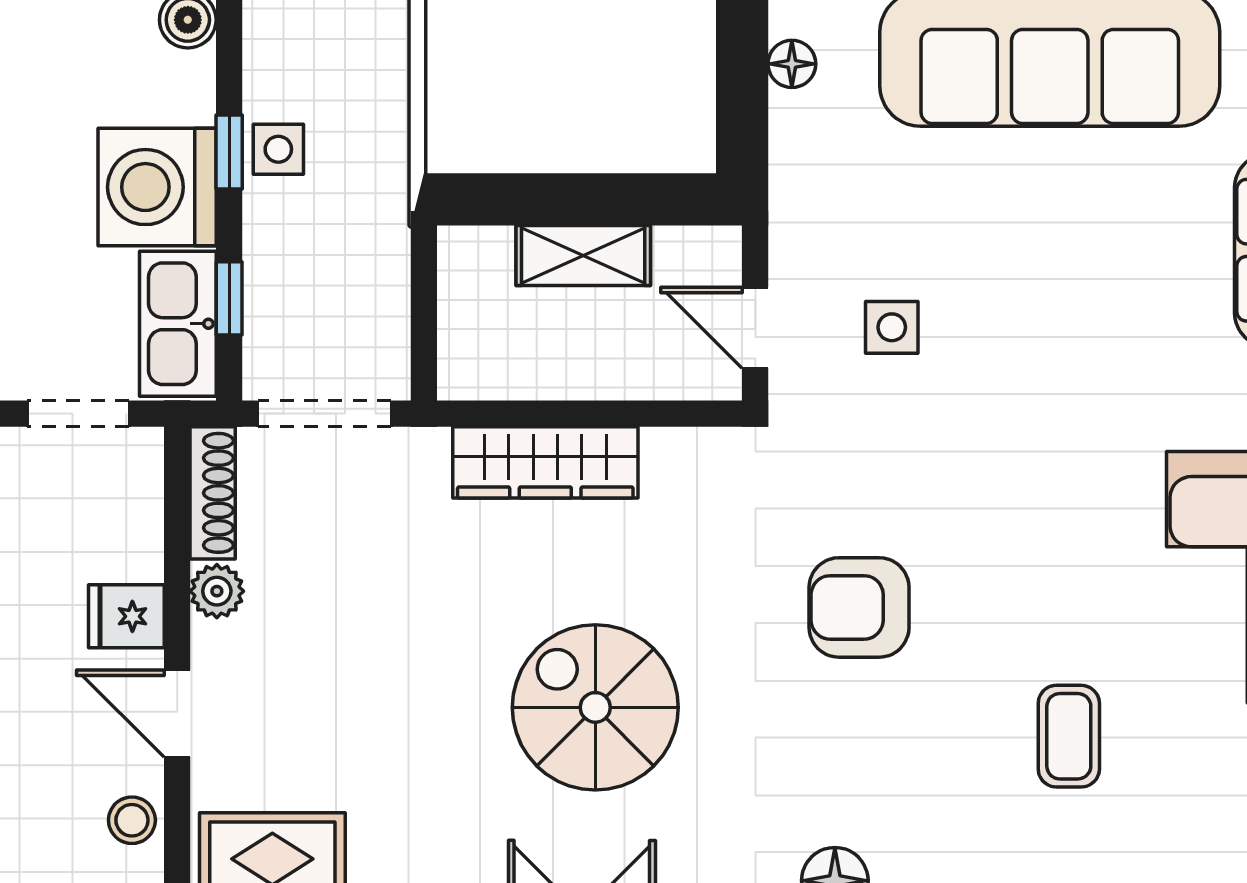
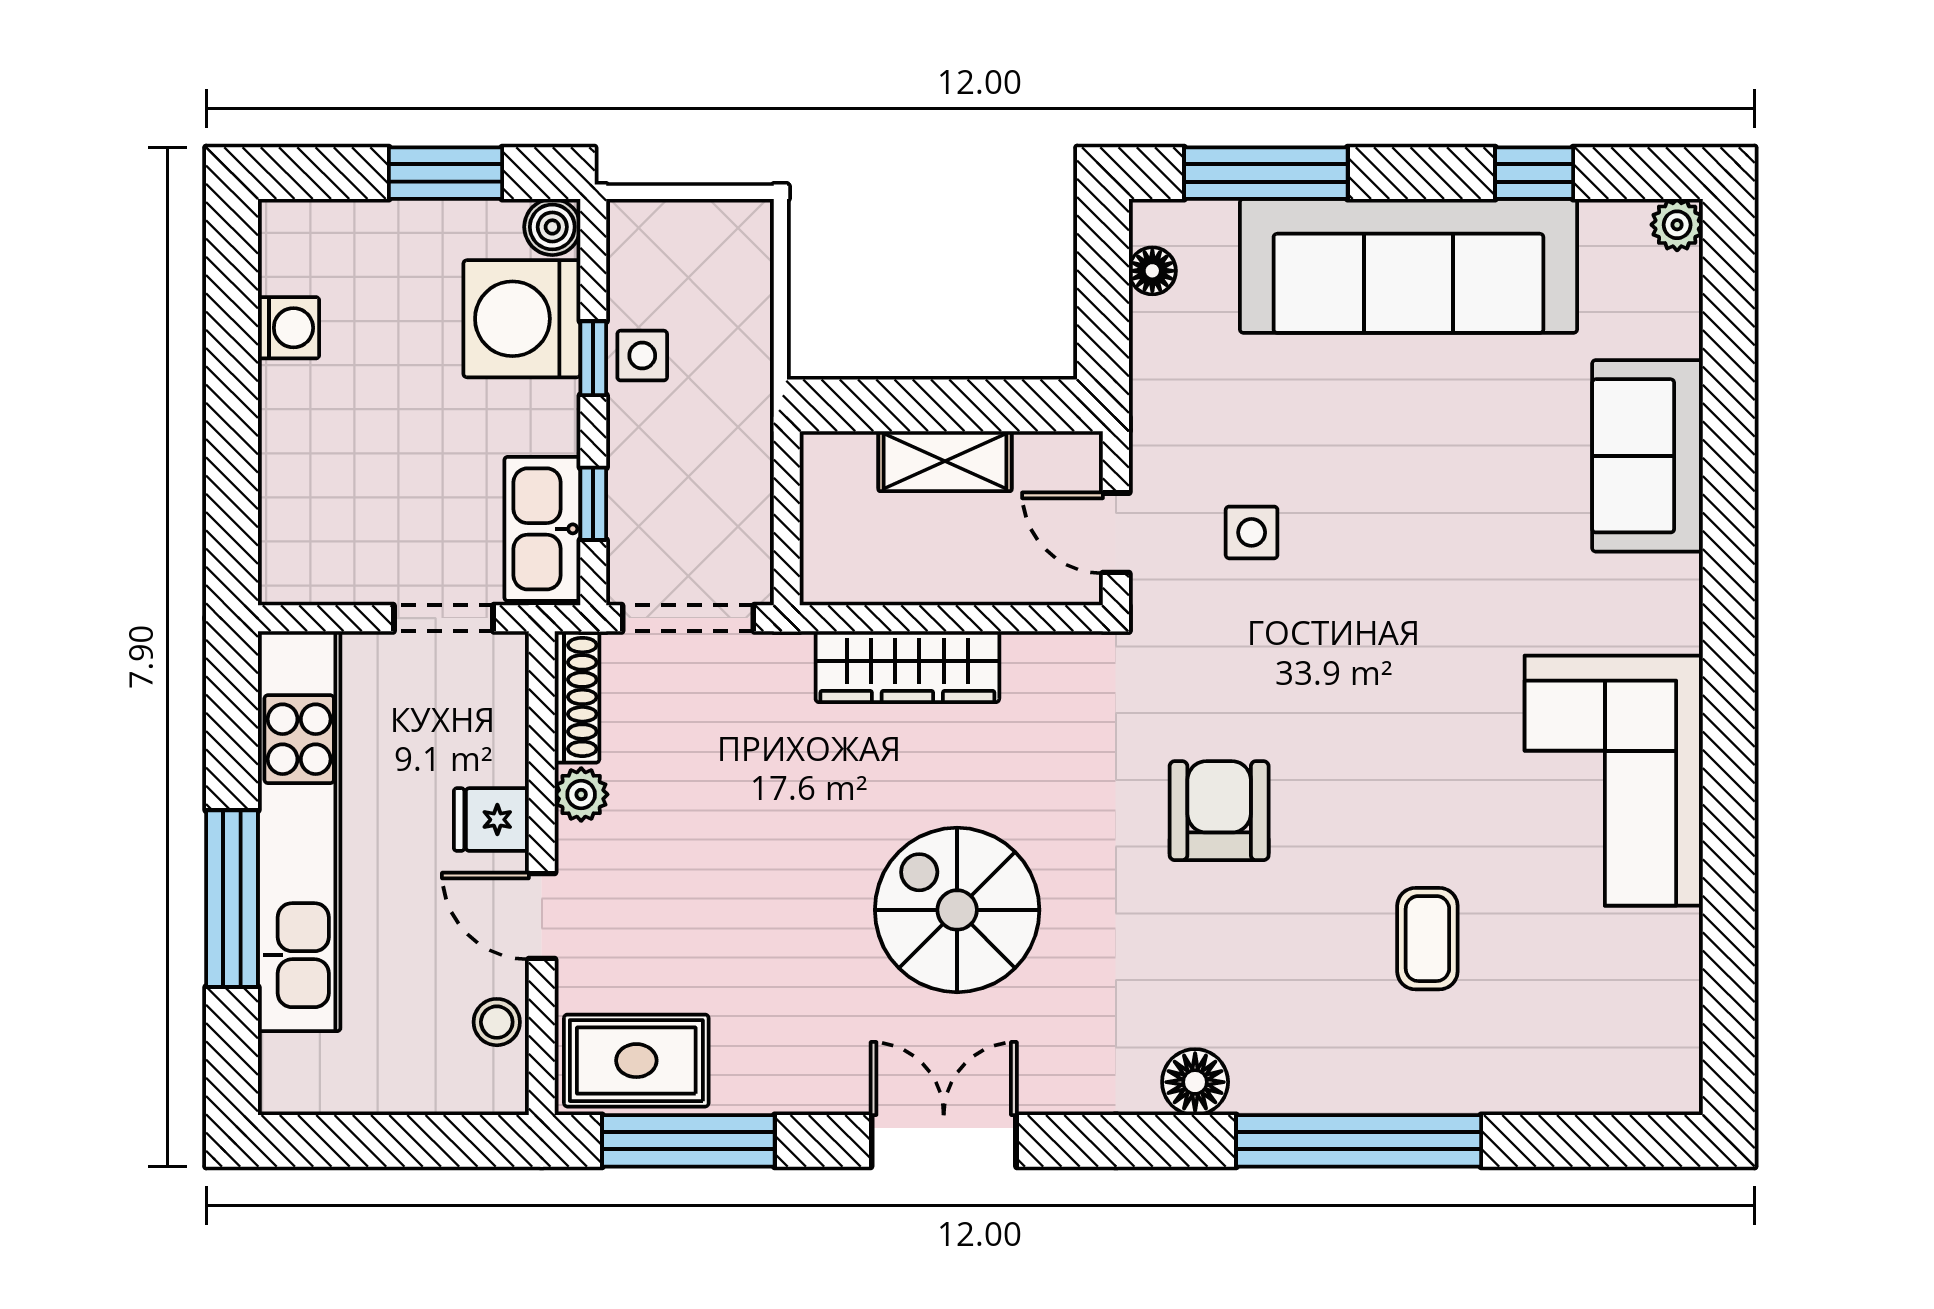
washing machine: (157, 187) -> (522, 319), moved
armchair: (859, 607) -> (1219, 811), turned 90

